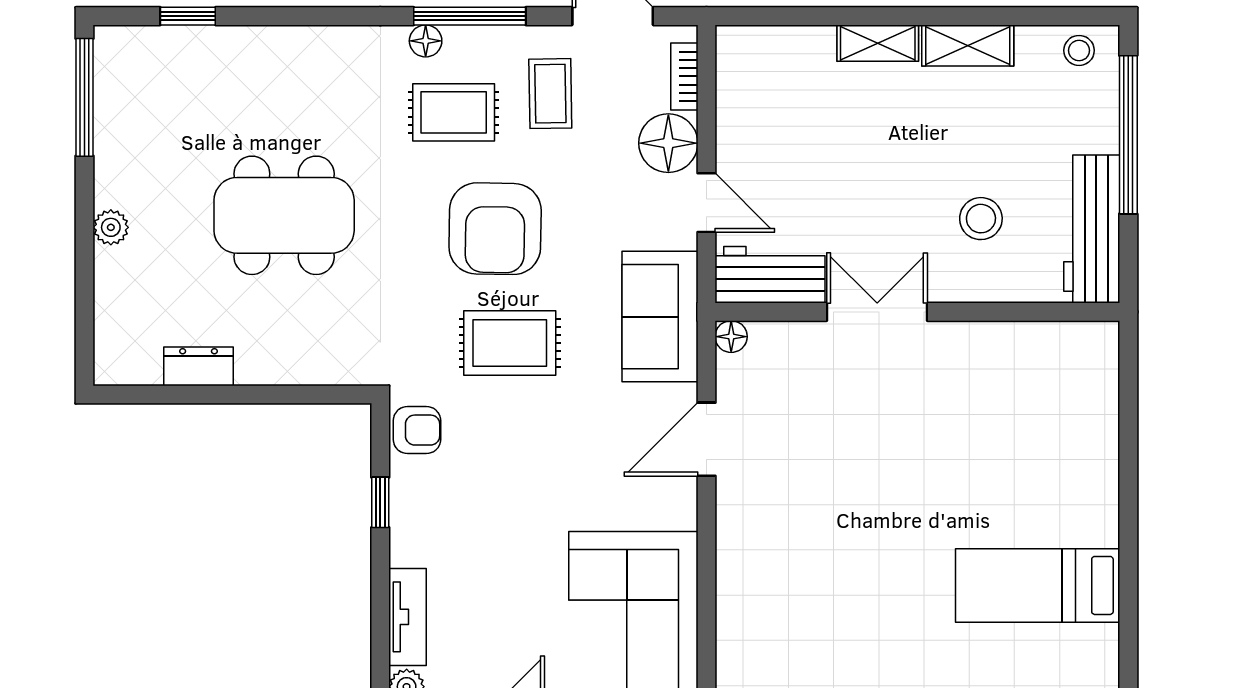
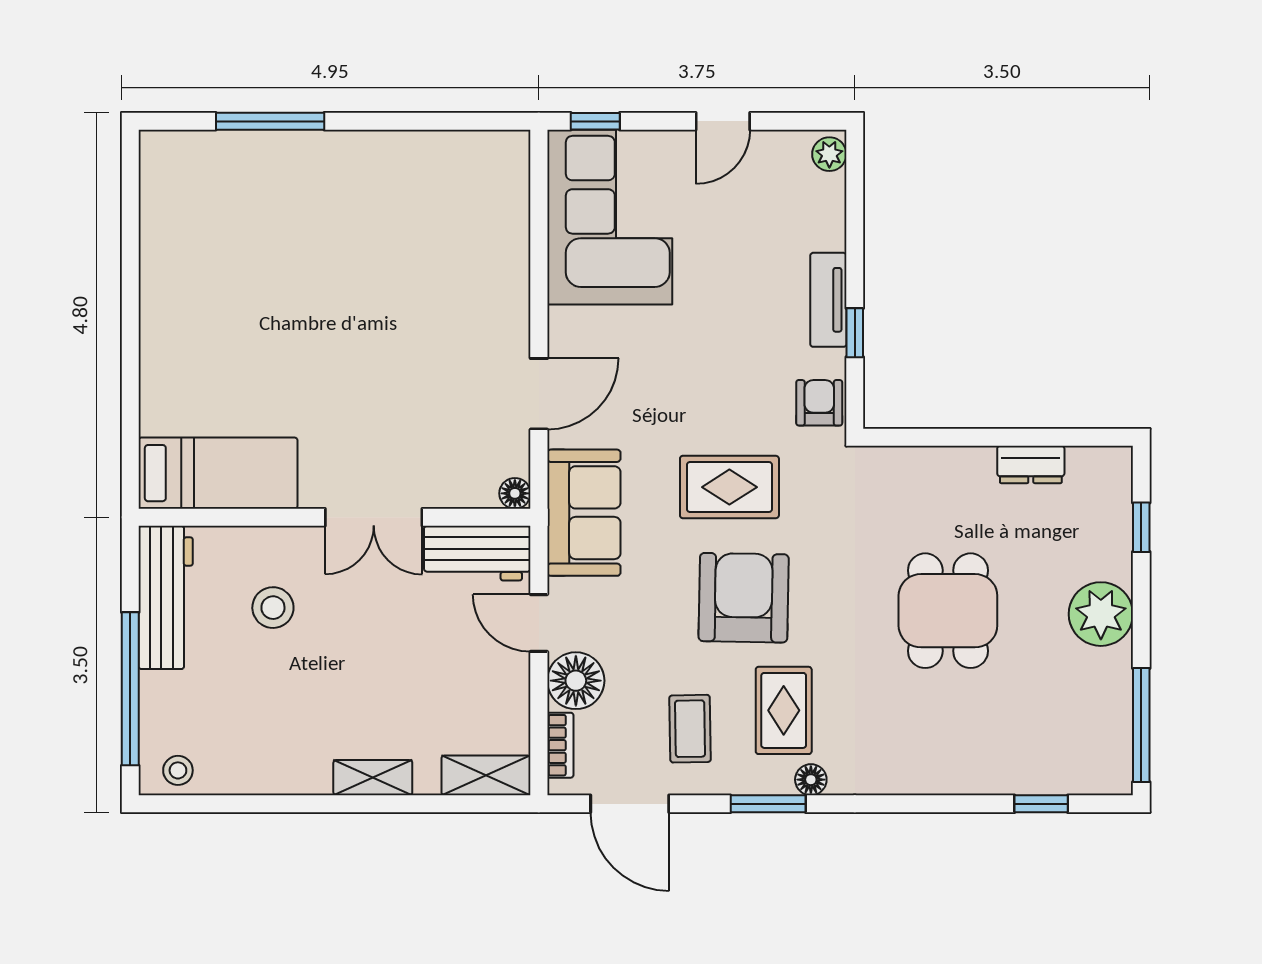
window: (470, 16) -> (768, 804), width x0.69
shelving: (968, 45) -> (486, 775), moved
rug: (454, 112) -> (784, 710), turned 90
dining table: (284, 215) -> (948, 611), width x0.73
plant: (111, 227) -> (1101, 614), width x1.88, depth x1.88
window: (85, 302) -> (1141, 527), added
armchair: (417, 430) -> (819, 403), turned 90
bed: (1038, 585) -> (218, 473), moved
tv unit: (408, 617) -> (828, 300), moved

